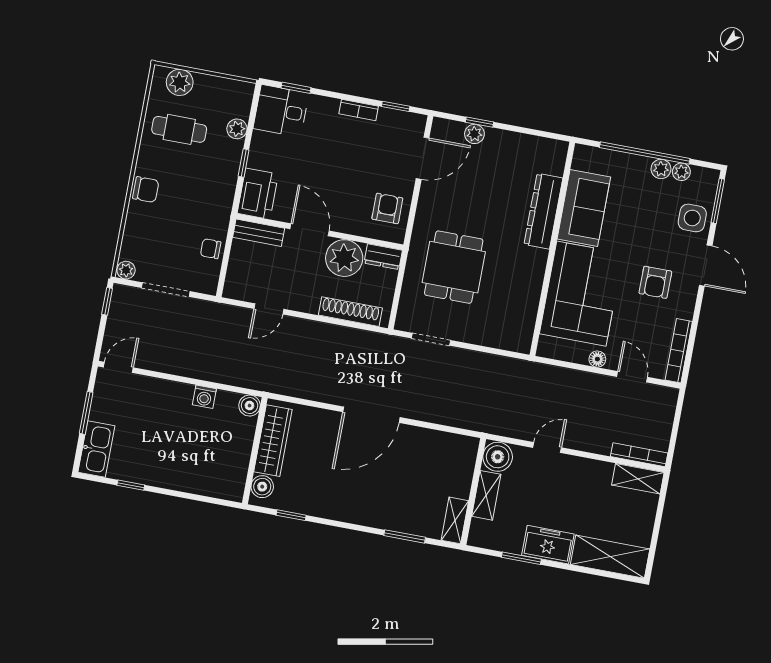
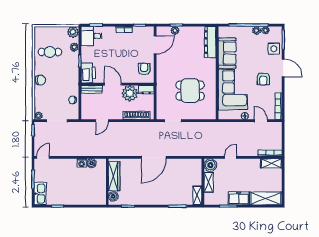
plant: (180, 82) -> (73, 32), moved
dresser: (543, 211) -> (210, 42), moved
dining table: (454, 267) -> (190, 91), moved, turned 90
boiler: (250, 406) -> (91, 163), moved

